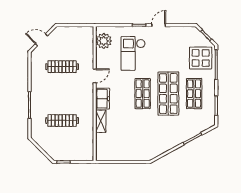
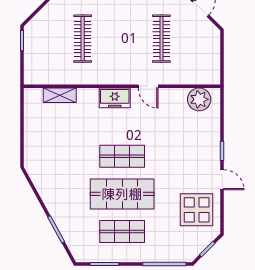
checkout: (133, 53) -> (181, 143), removed
display table: (201, 58) -> (197, 210), moved
shelving: (101, 121) -> (60, 95), moved

